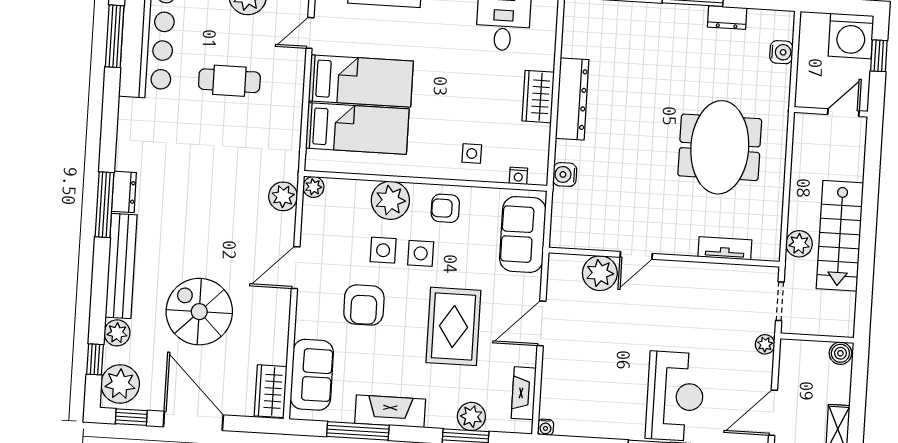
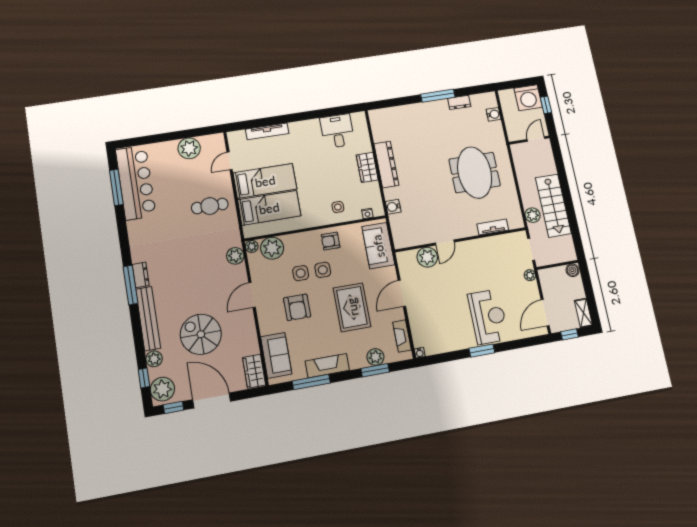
cafe table: (229, 81) -> (210, 206), moved
plant: (390, 200) -> (272, 248), moved

